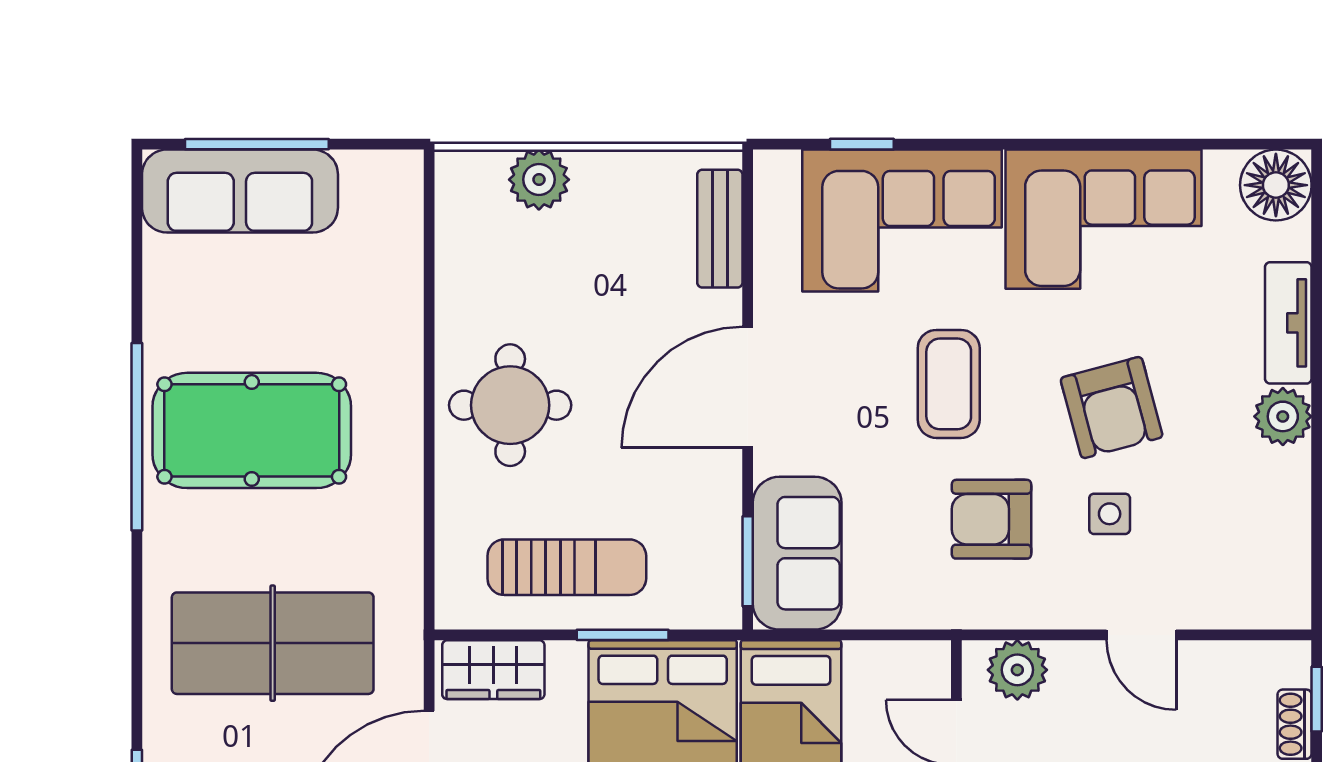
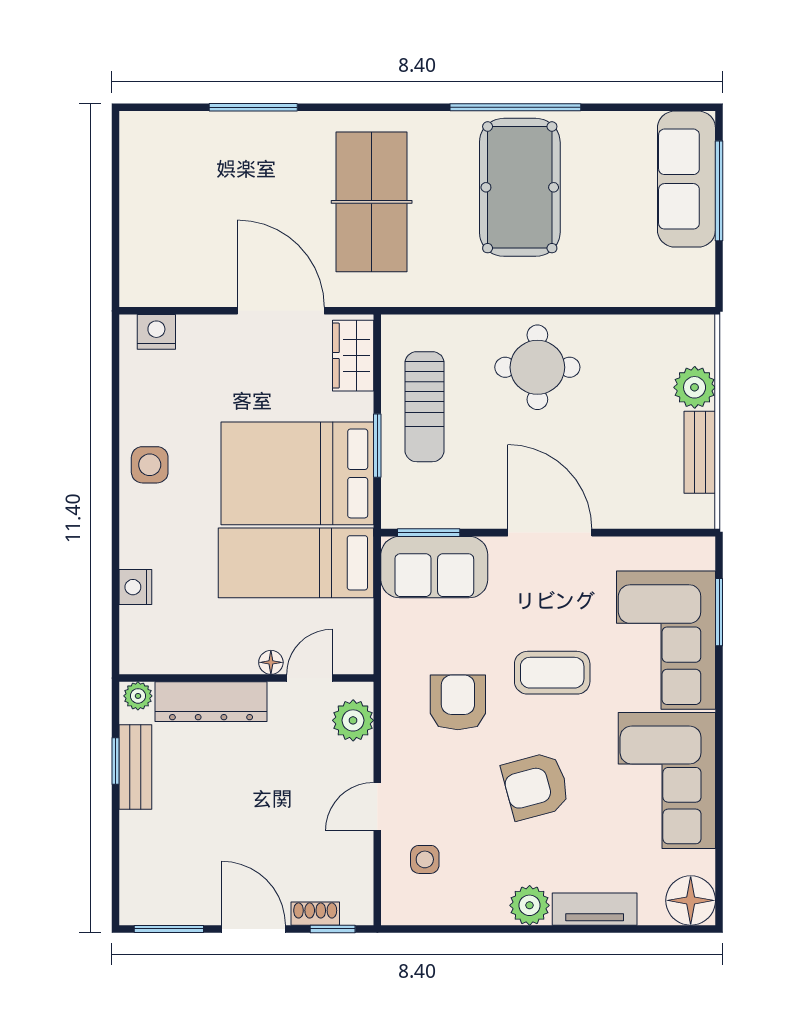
window: (862, 144) -> (719, 612), width x1.50
bench: (720, 229) -> (700, 452), moved, turned 90
side table: (1110, 514) -> (425, 859), moved

